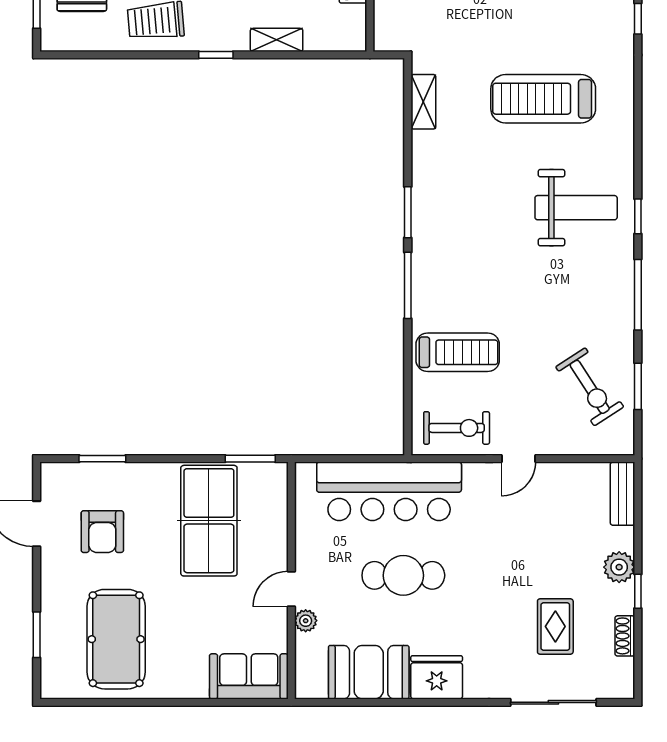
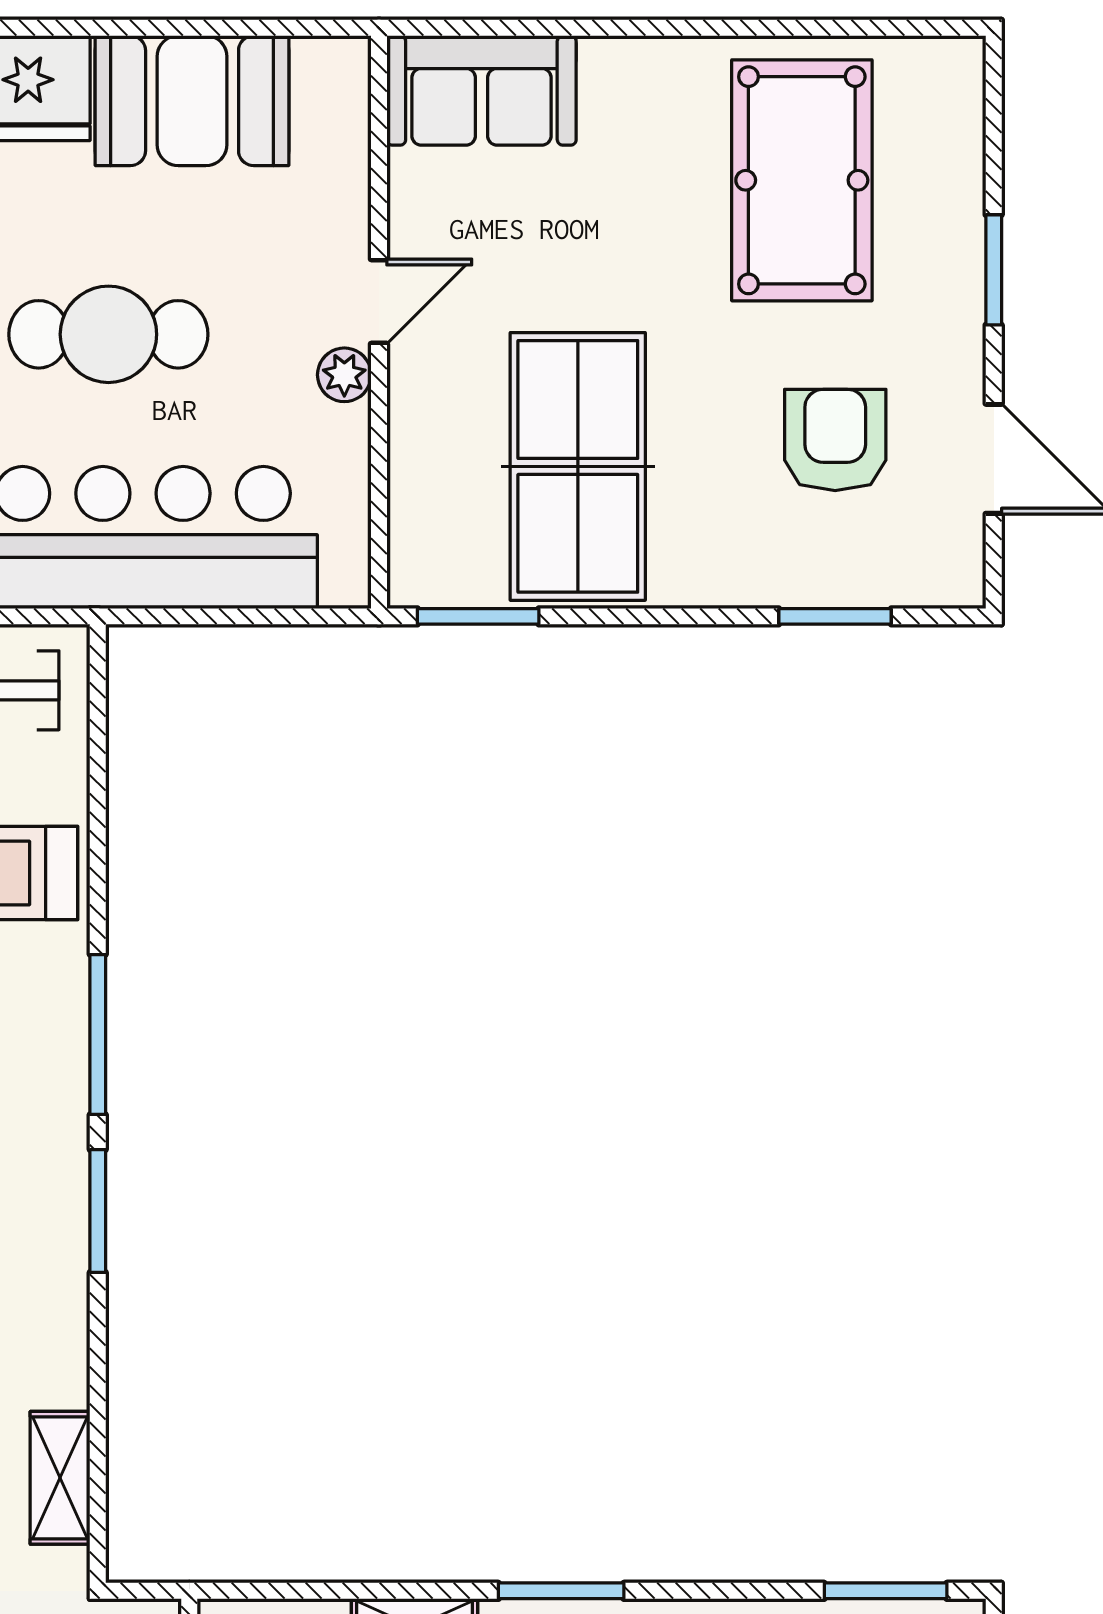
window: (81, 55) -> (886, 1591), added
window: (216, 55) -> (561, 1591), width x1.50
plant: (306, 621) -> (344, 375), moved
window: (37, 635) -> (994, 270), moved

